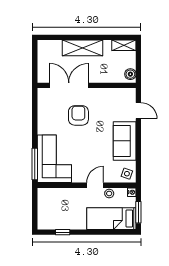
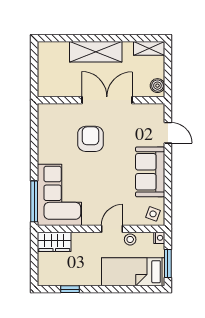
double door: (69, 85) -> (107, 100), moved
wardrobe: (50, 195) -> (54, 242), added

